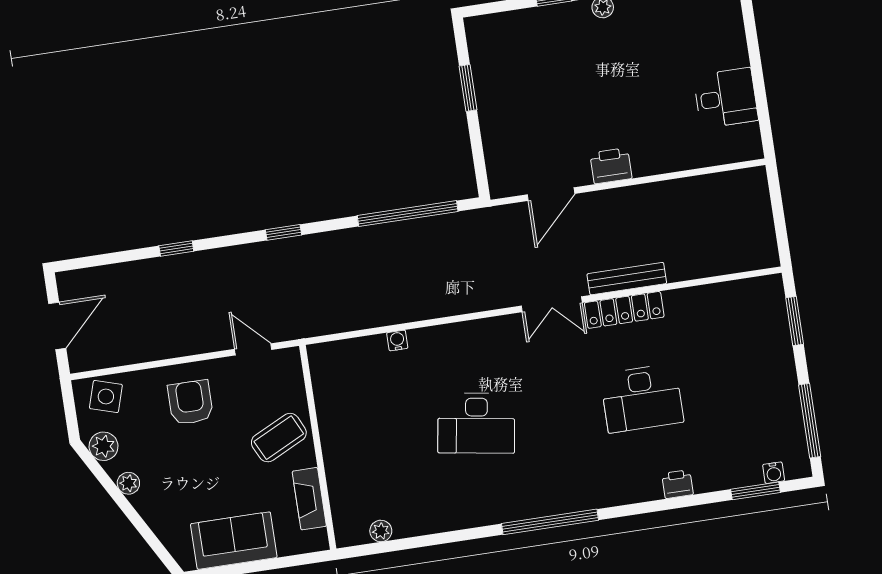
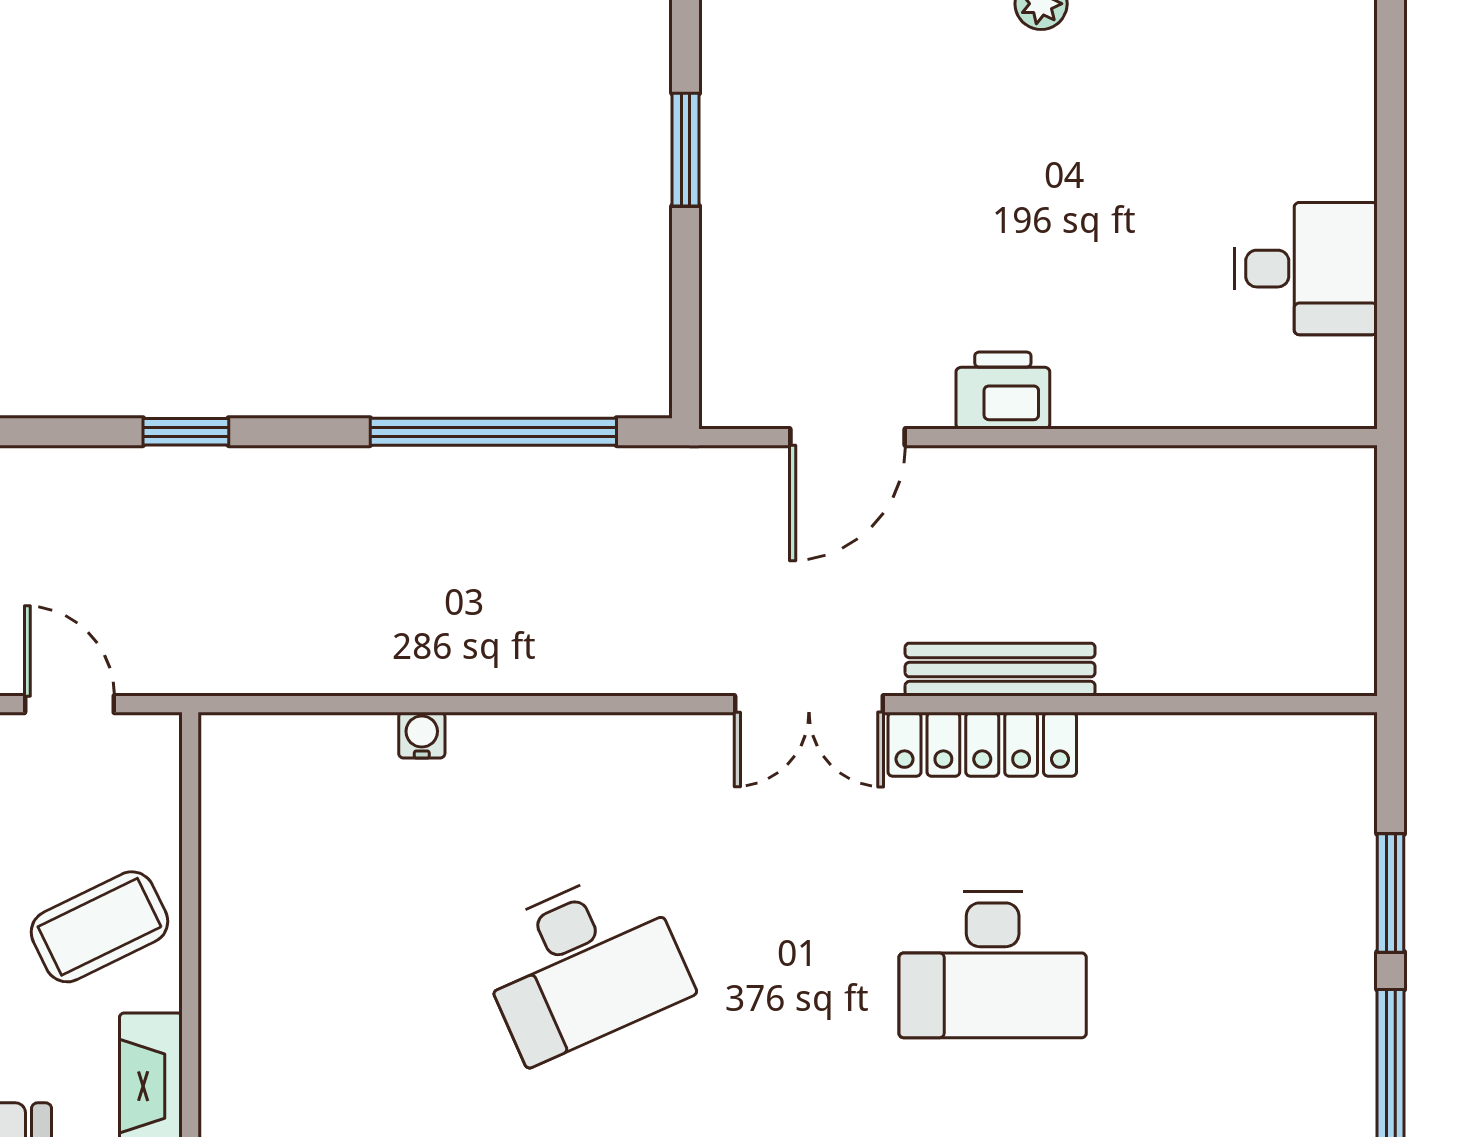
window: (795, 321) -> (1391, 893), moved
desk: (476, 423) -> (583, 965), turned -33

